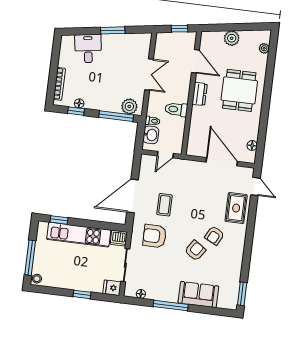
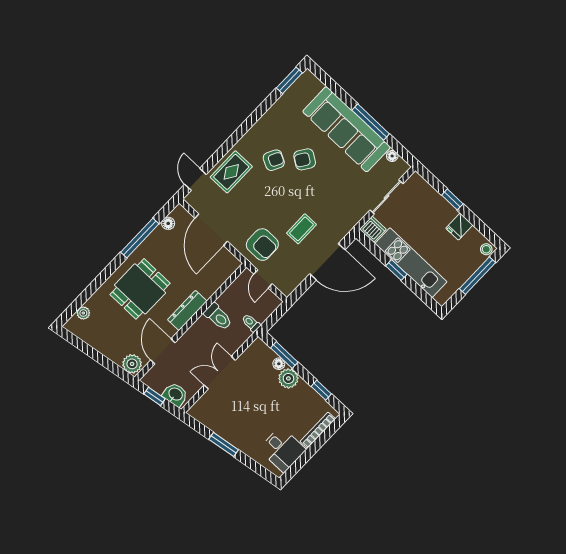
plant: (232, 38) -> (132, 364), moved
desk: (88, 49) -> (282, 449), moved, turned -81
dresser: (200, 94) -> (187, 310), width x1.44
floor lamp: (79, 103) -> (279, 364), moved
plant: (129, 106) -> (288, 378), moved
window: (116, 116) -> (284, 355), width x0.69
window: (263, 123) -> (140, 238), added
washbasin: (151, 135) -> (175, 395), moved, turned 81
door: (165, 155) -> (263, 279), swing flipped
window: (59, 220) -> (396, 270), moved
armchair: (155, 236) -> (262, 245), moved
fridge: (112, 288) -> (459, 227), moved, turned 90
sofa: (198, 294) -> (347, 129), width x1.85, depth x1.27

